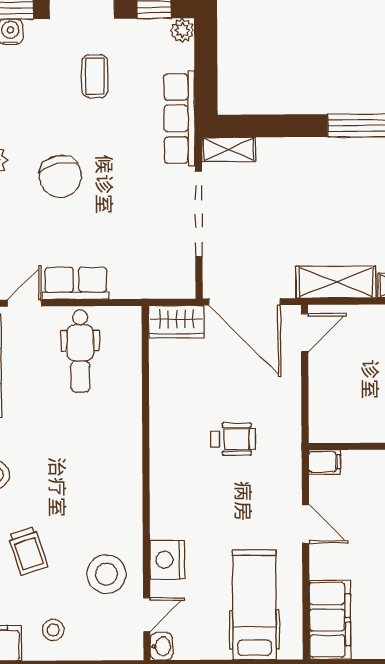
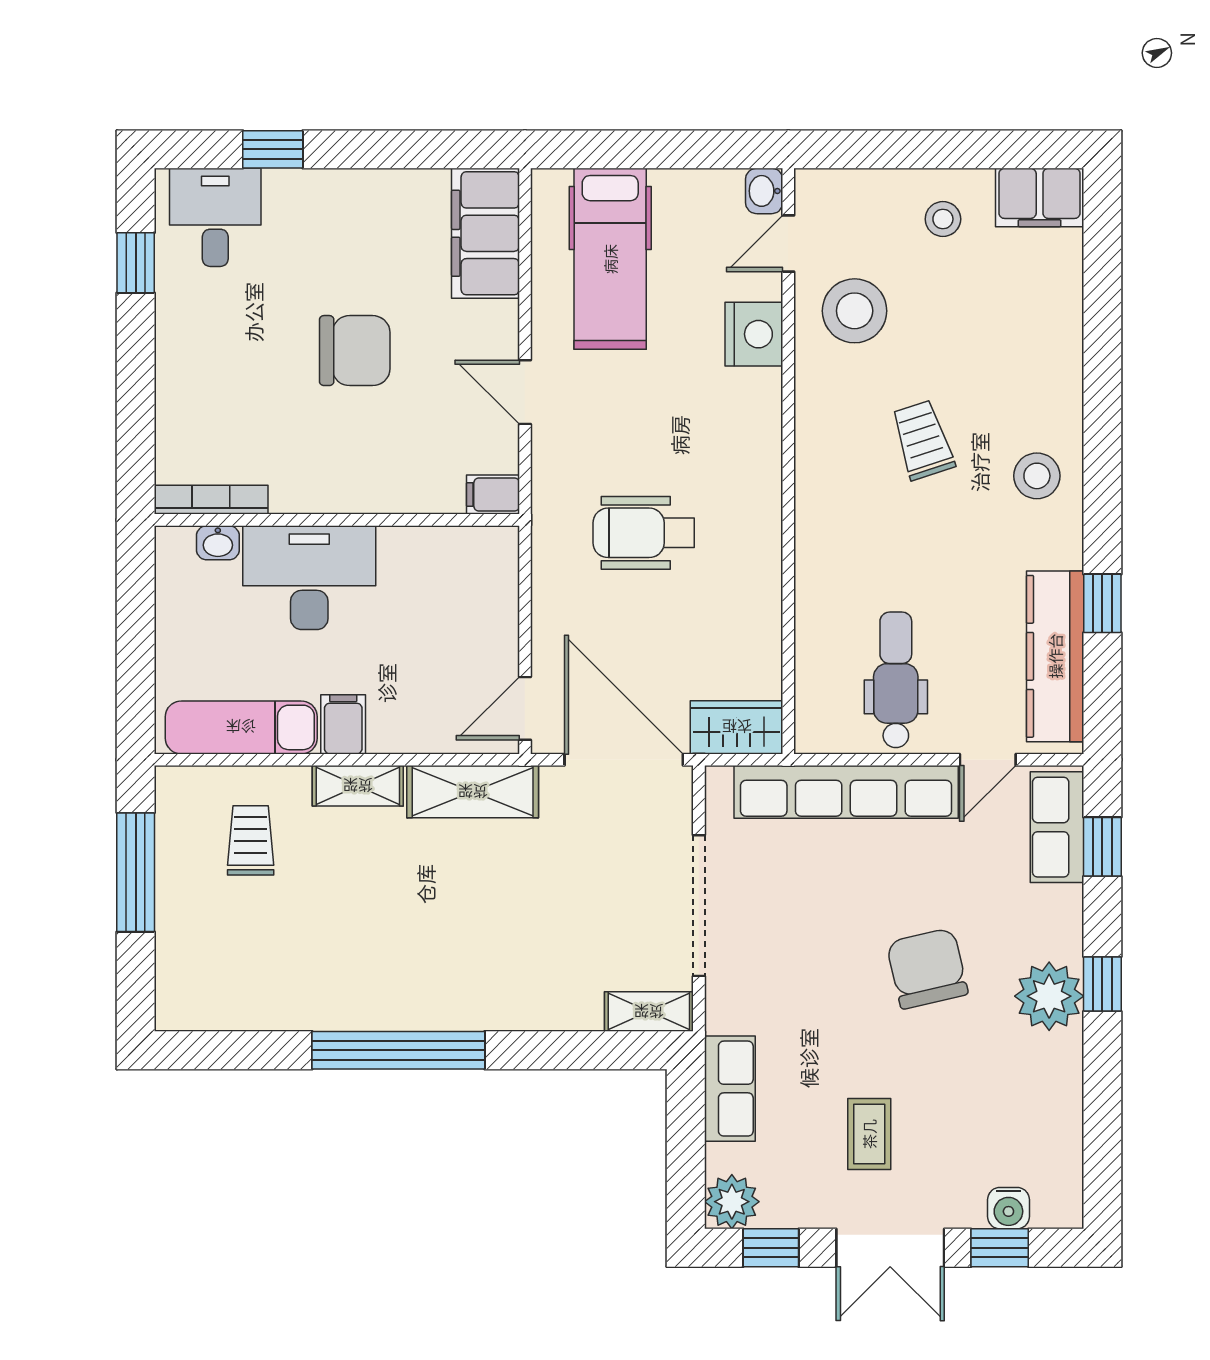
plant: (182, 30) -> (732, 1202), width x1.38, depth x1.38
row of seats: (179, 118) -> (730, 1089), width x0.68
row of seats: (76, 283) -> (846, 792), width x2.02
wheelchair: (233, 439) -> (644, 533), width x1.36, depth x1.37
trolley: (28, 551) -> (923, 440), moved

